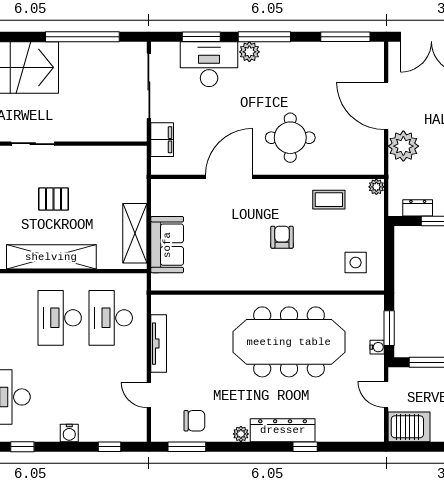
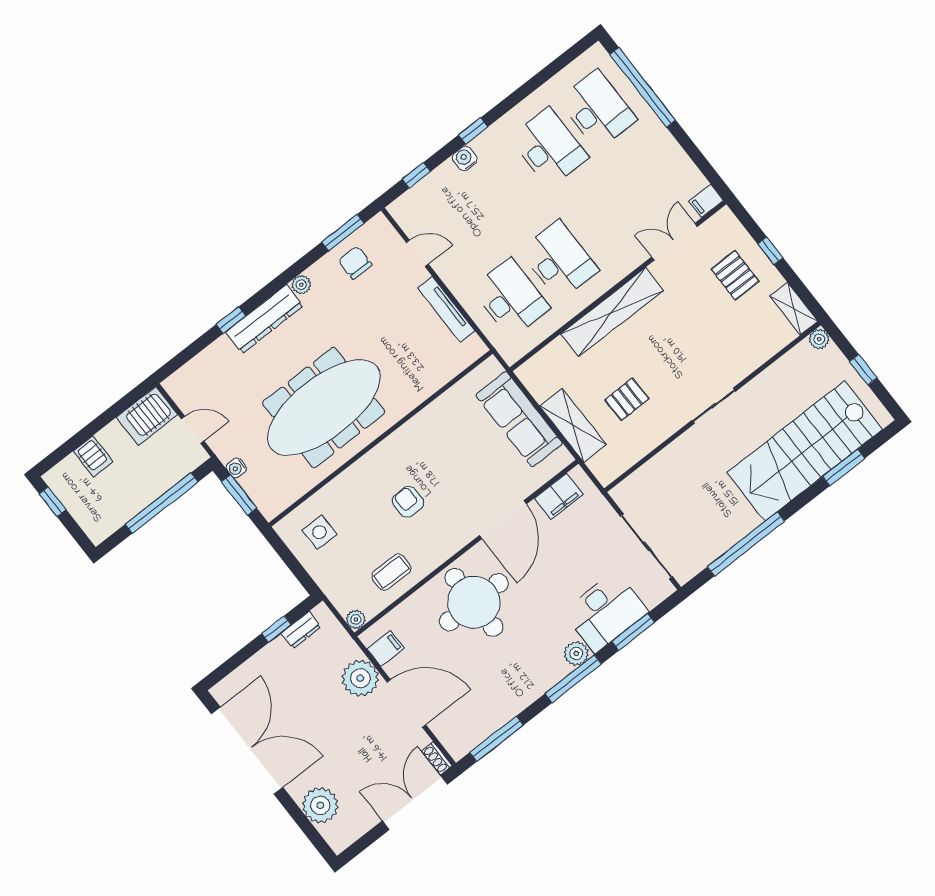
shoe rack: (394, 54) -> (437, 758), added
round table: (290, 138) -> (474, 602), width x1.36, depth x1.36
filing cabinet: (162, 140) -> (559, 496), moved, turned -90
filing cabinet: (372, 152) -> (386, 649), added
pallet: (54, 199) -> (627, 399), moved
shelving: (135, 233) -> (573, 425), moved
armchair: (282, 237) -> (408, 502), turned 180
sofa: (167, 245) -> (519, 419), width x1.36
chair: (194, 421) -> (355, 263), turned 90
window: (22, 447) -> (473, 131), moved

